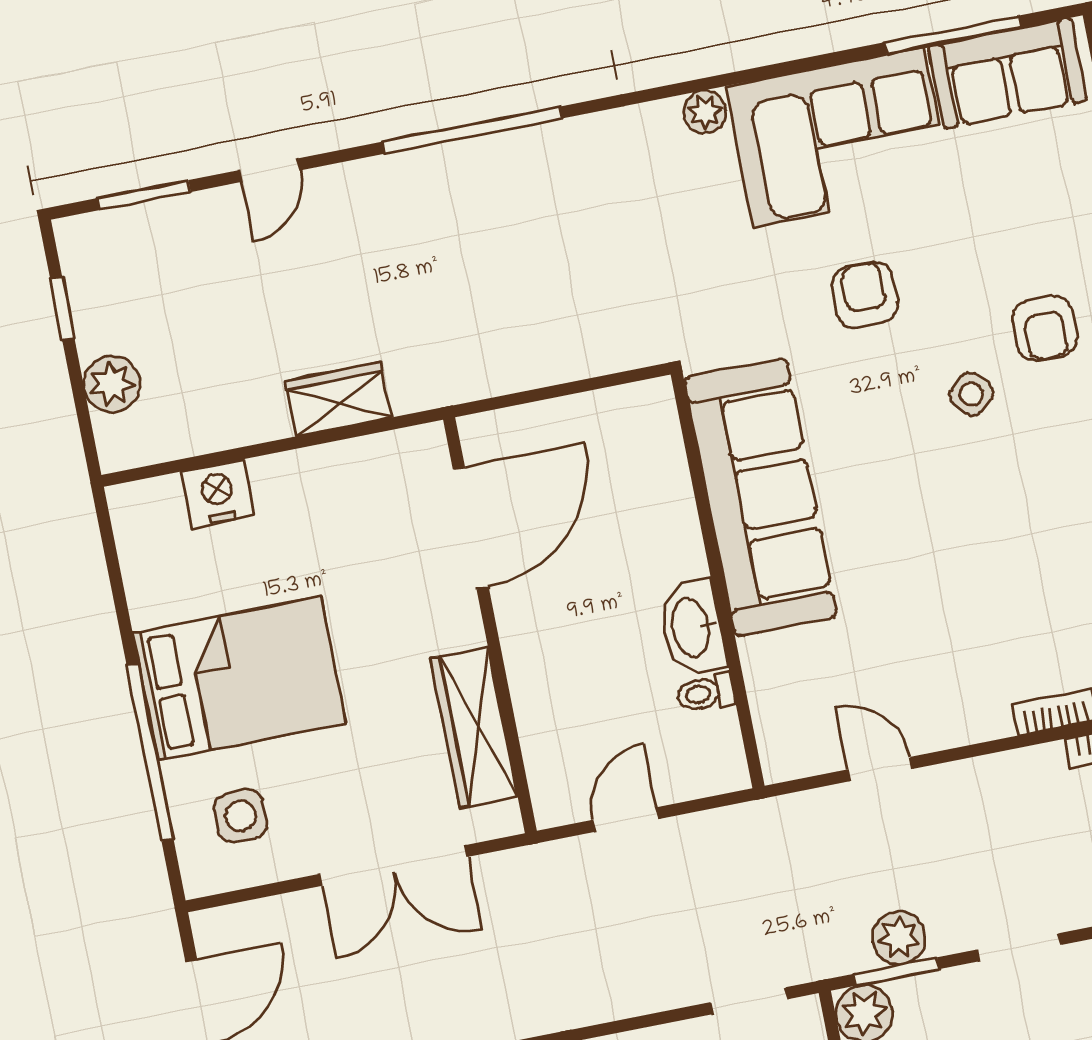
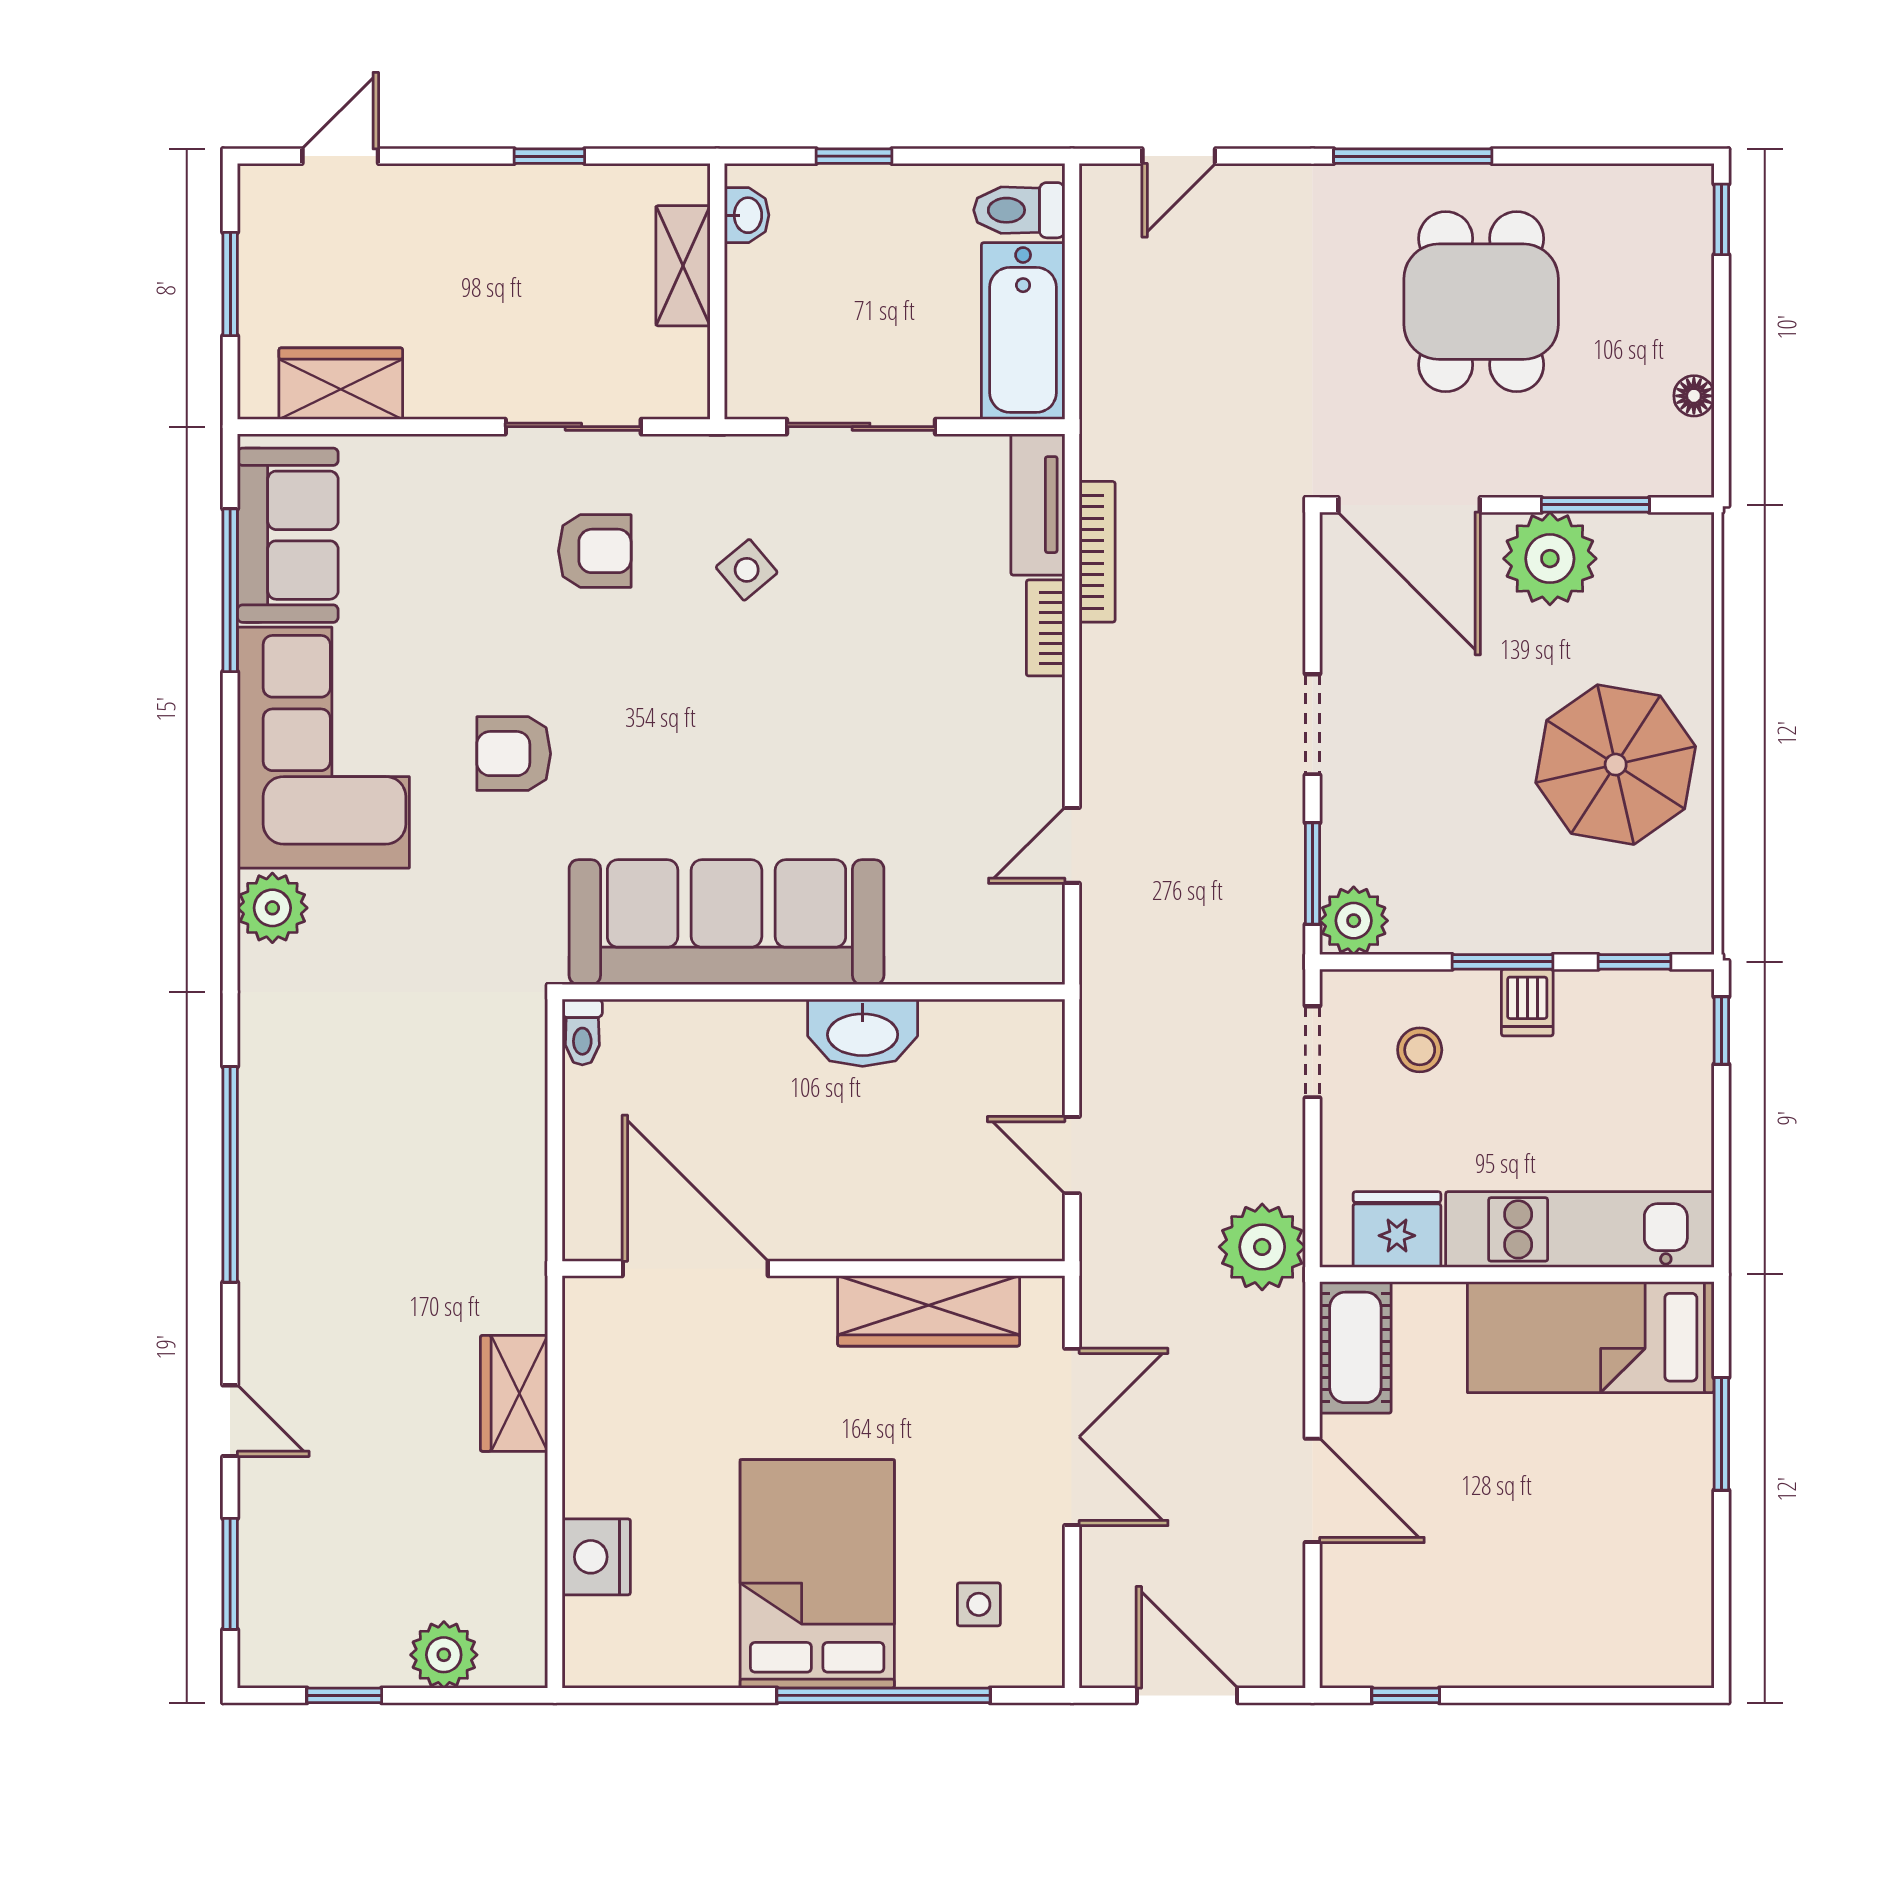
plant: (705, 112) -> (272, 908), width x1.38, depth x1.38
side table: (971, 394) -> (747, 570), moved
toilet: (706, 693) -> (582, 1032), moved
side table: (241, 816) -> (979, 1604), width x0.73, depth x0.73
plant: (899, 938) -> (1262, 1247), moved, width x1.36, depth x1.36

